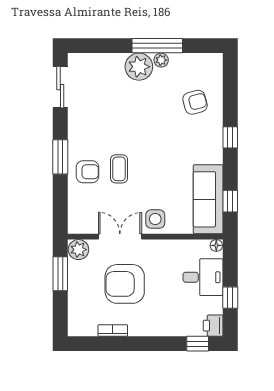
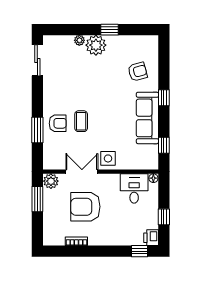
window: (157, 46) -> (110, 30), width x0.46
plant: (161, 60) -> (79, 40), moved
window: (60, 157) -> (37, 130), moved
sofa: (208, 199) -> (147, 118), moved
desk: (203, 277) -> (134, 188), moved, turned -90

